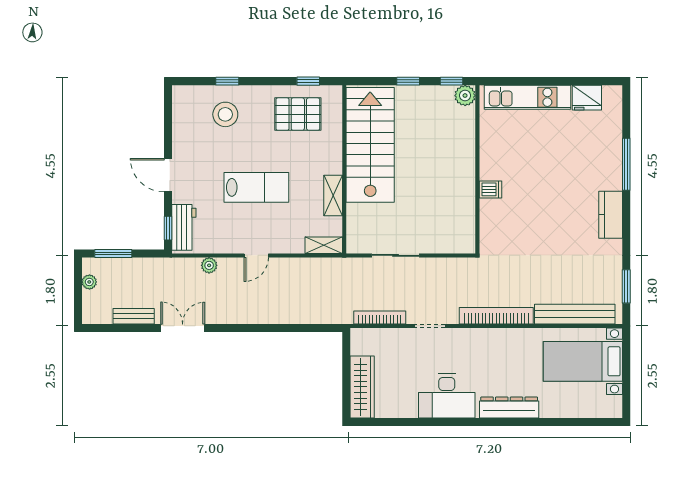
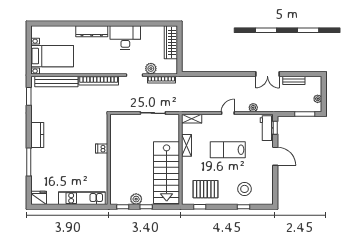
plant: (465, 96) -> (136, 199), moved
fridge: (587, 98) -> (39, 198), moved
plant: (399, 338) -> (151, 69), added

